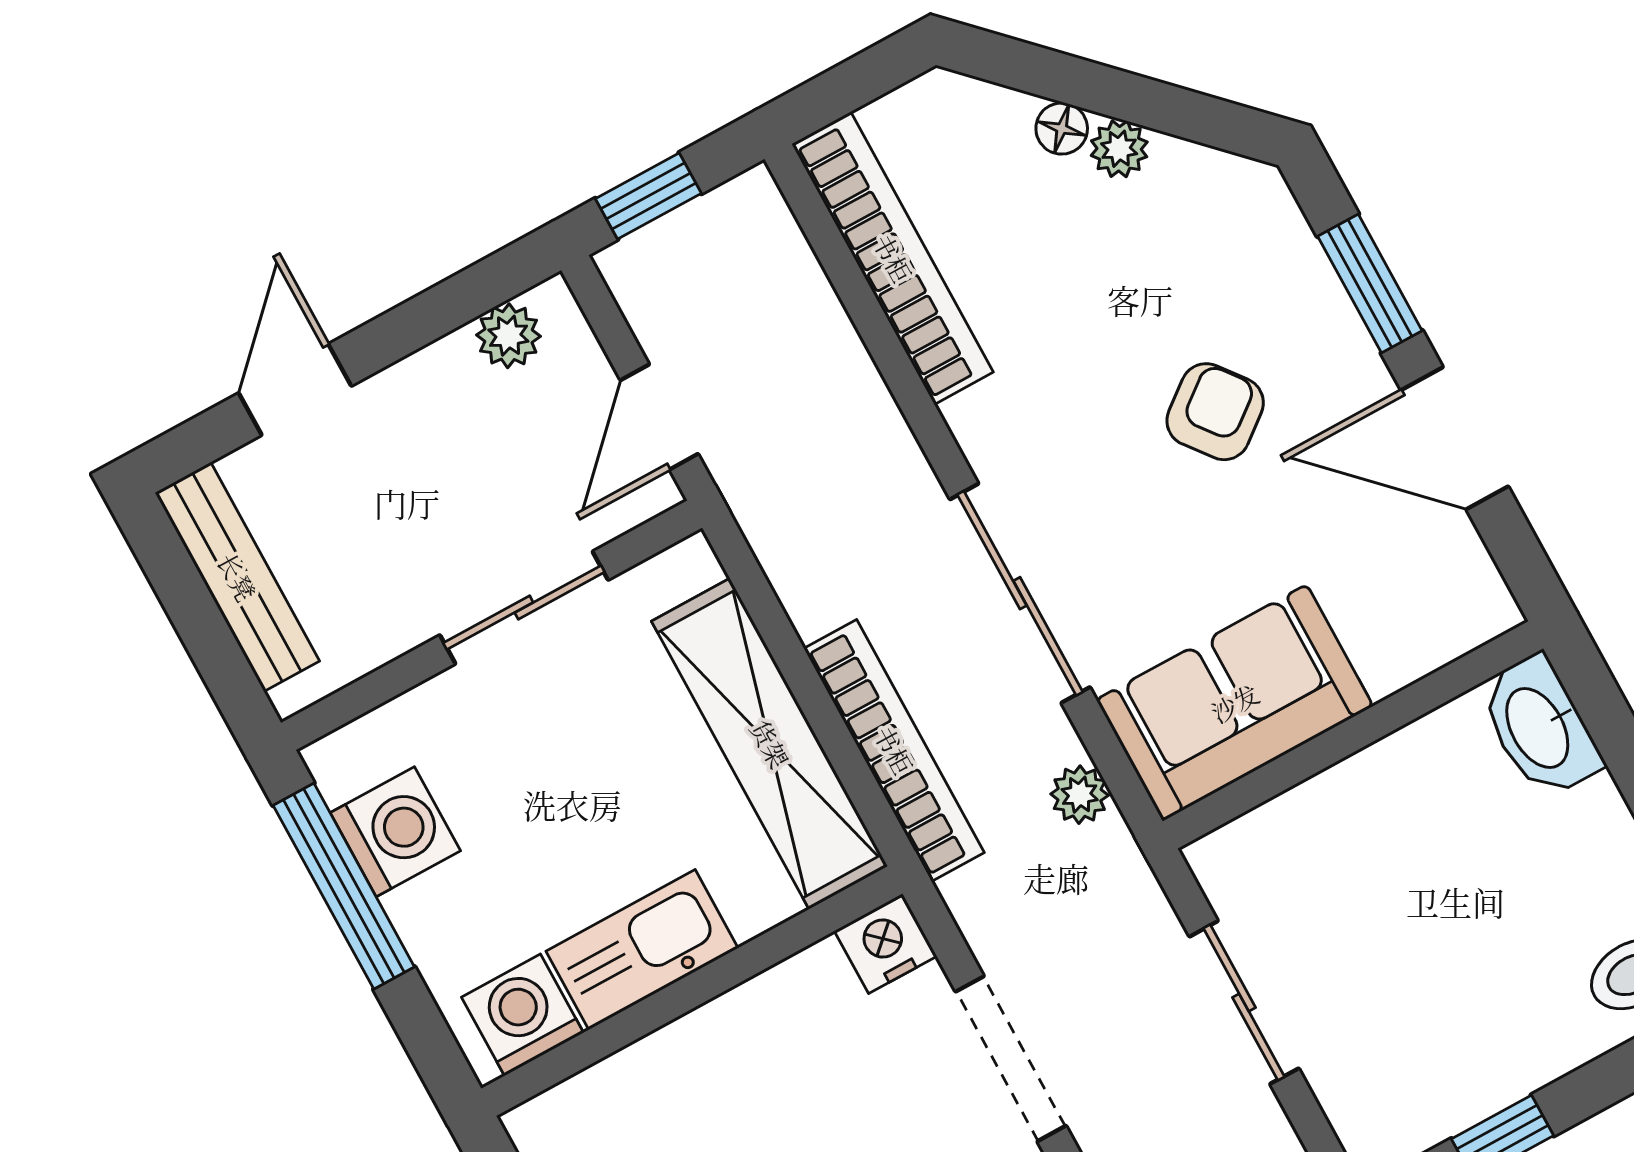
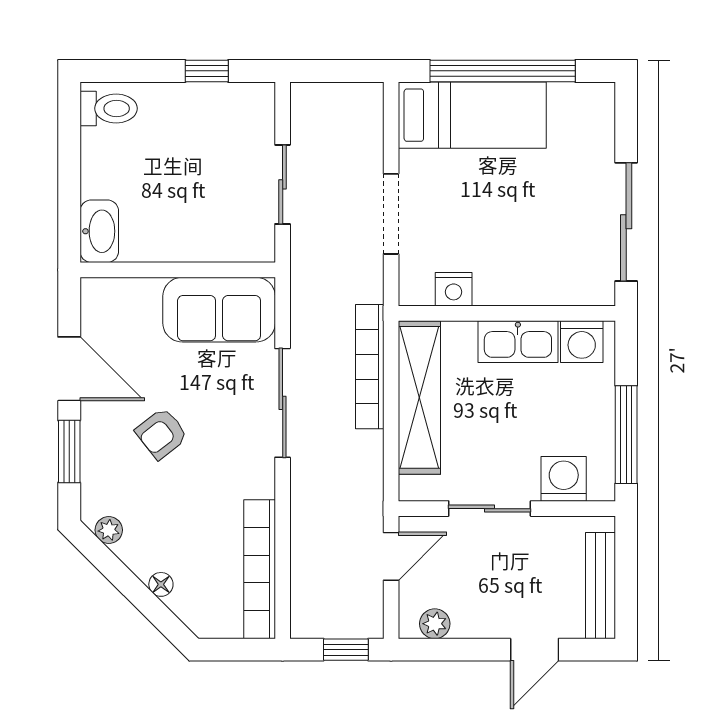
plant: (1119, 149) -> (109, 530), moved
plant: (1080, 795) -> (303, 307), removed
washing machine: (395, 832) -> (564, 479), moved, turned 90
nightstand: (886, 944) -> (454, 289), moved

